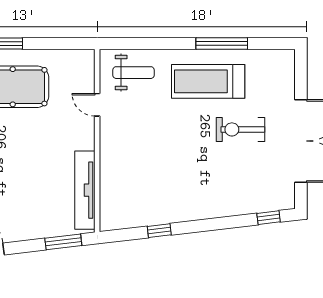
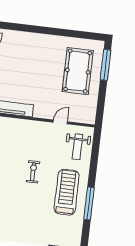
exercise bike: (241, 129) -> (33, 172), moved, width x0.73, depth x0.72

